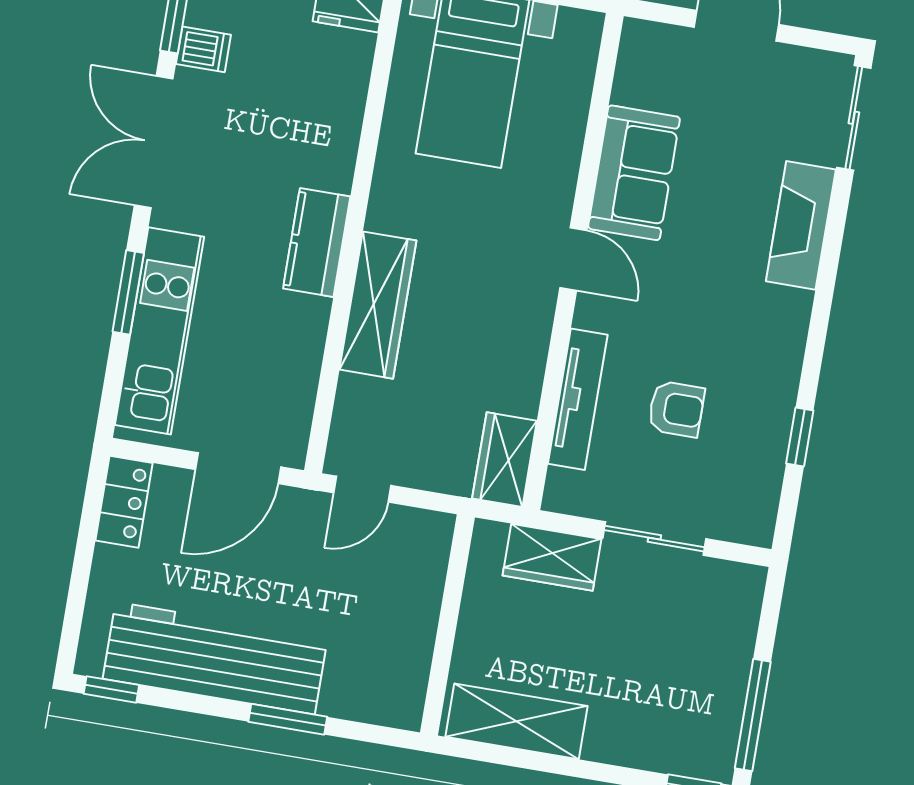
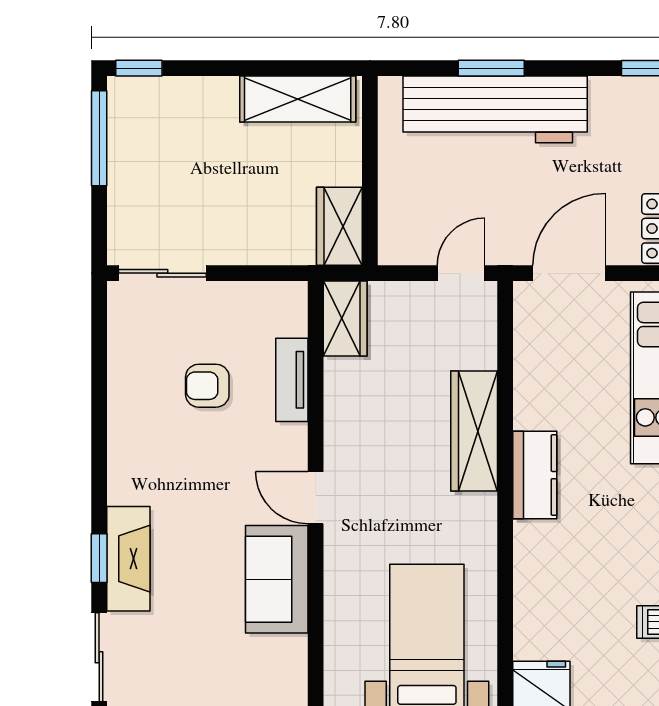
tv unit: (578, 399) -> (292, 380), width x0.71
window: (800, 437) -> (99, 558), moved
sliding door: (654, 539) -> (162, 273), moved
wardrobe: (552, 557) -> (339, 226), moved, turned -90
workbench: (215, 658) -> (495, 109), moved

